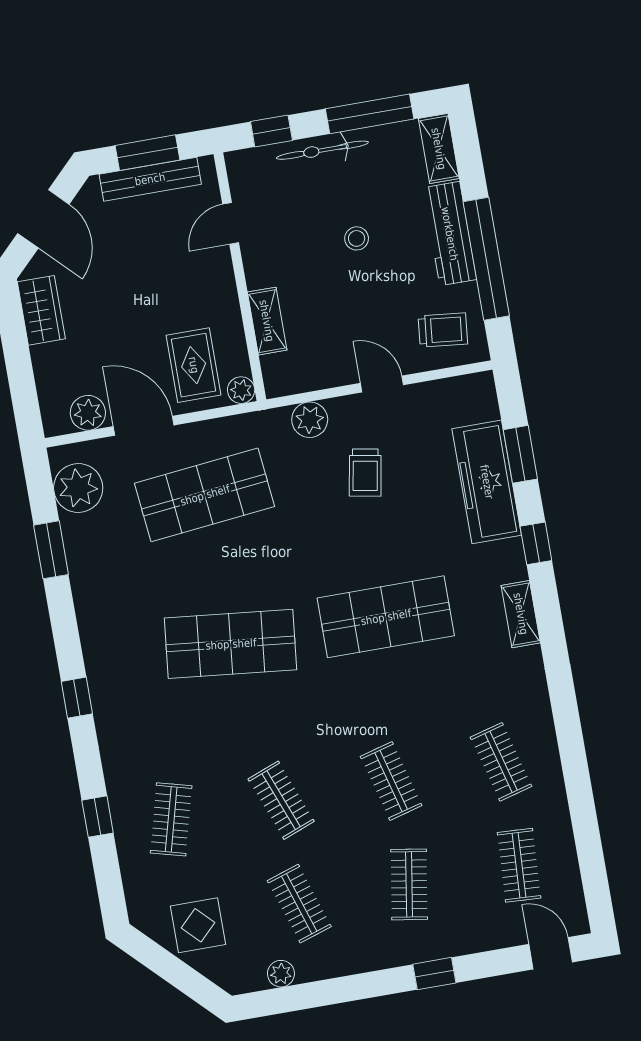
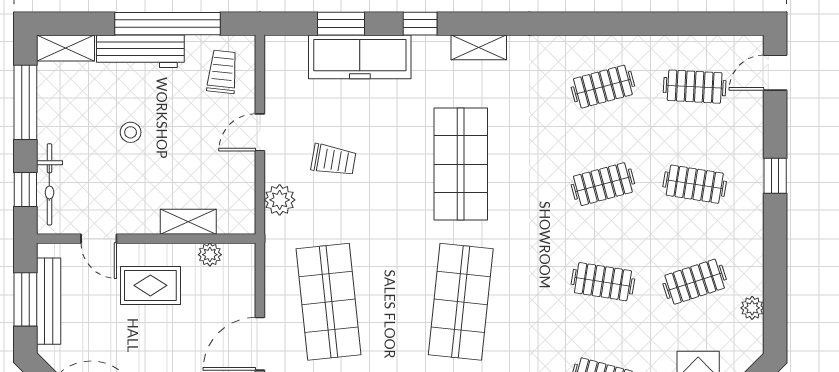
bicycle: (322, 150) -> (49, 184), moved
rug: (194, 365) -> (150, 285), moved
plant: (241, 390) -> (210, 255), moved
clothes rail: (281, 800) -> (603, 282), turned 30

